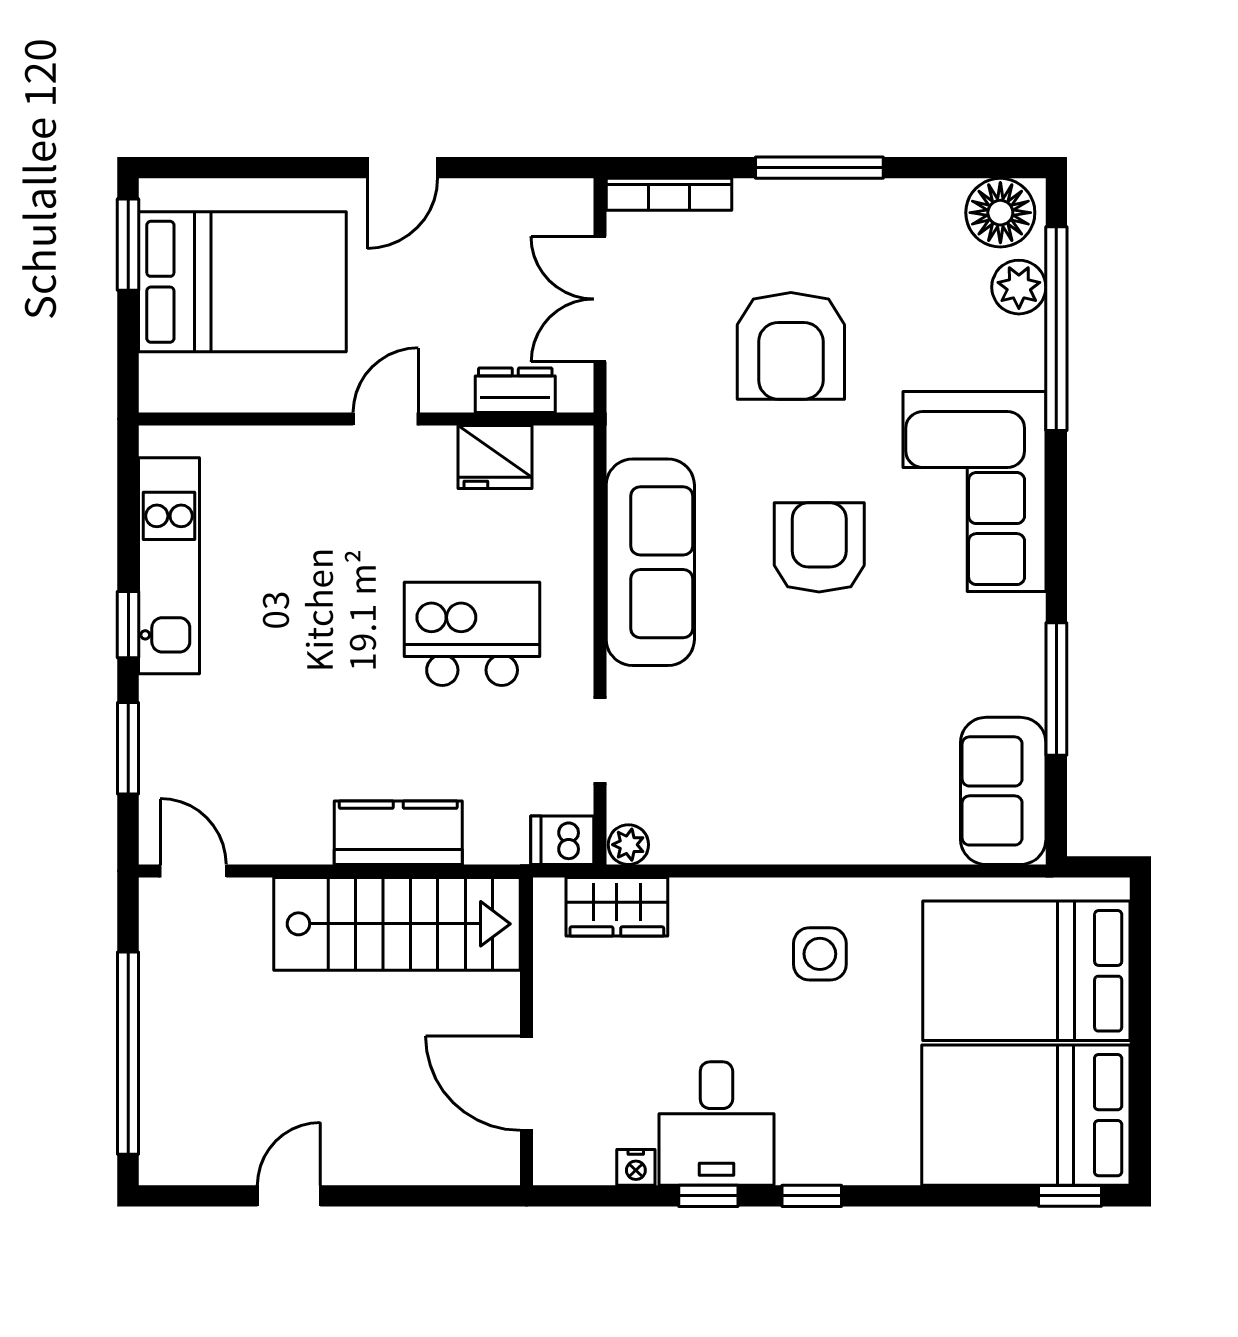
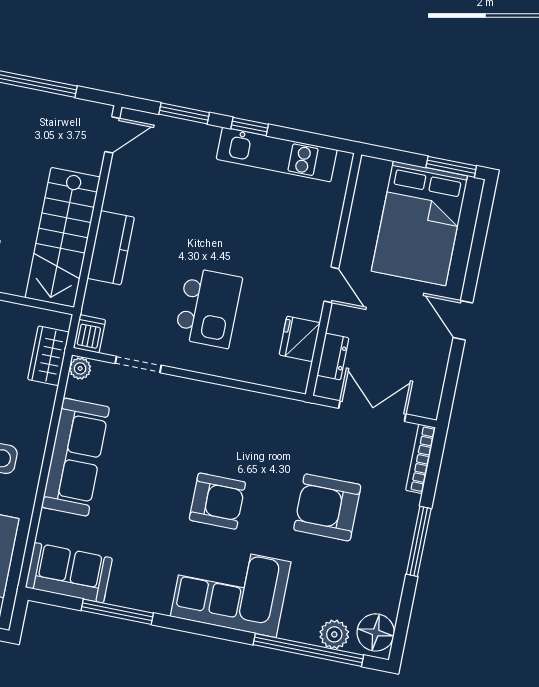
sofa: (650, 562) -> (76, 457), moved, turned -90

